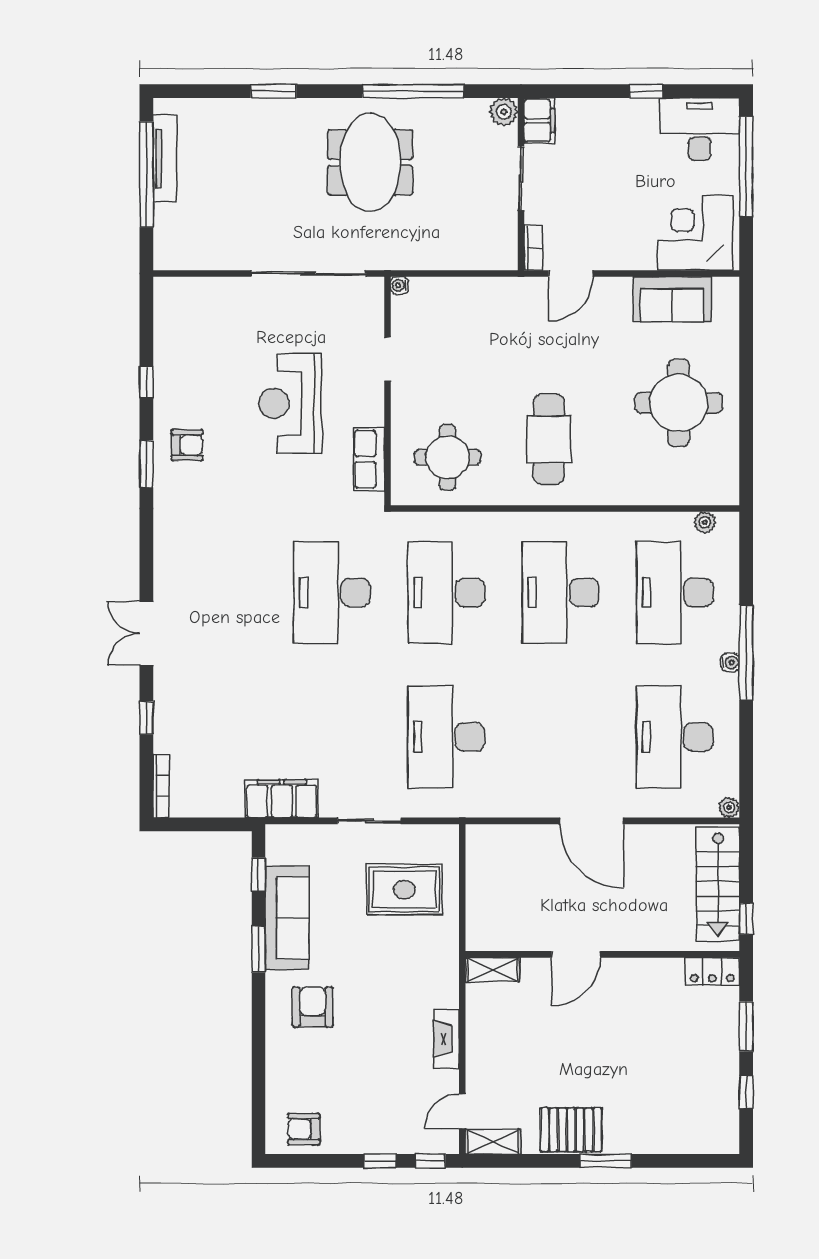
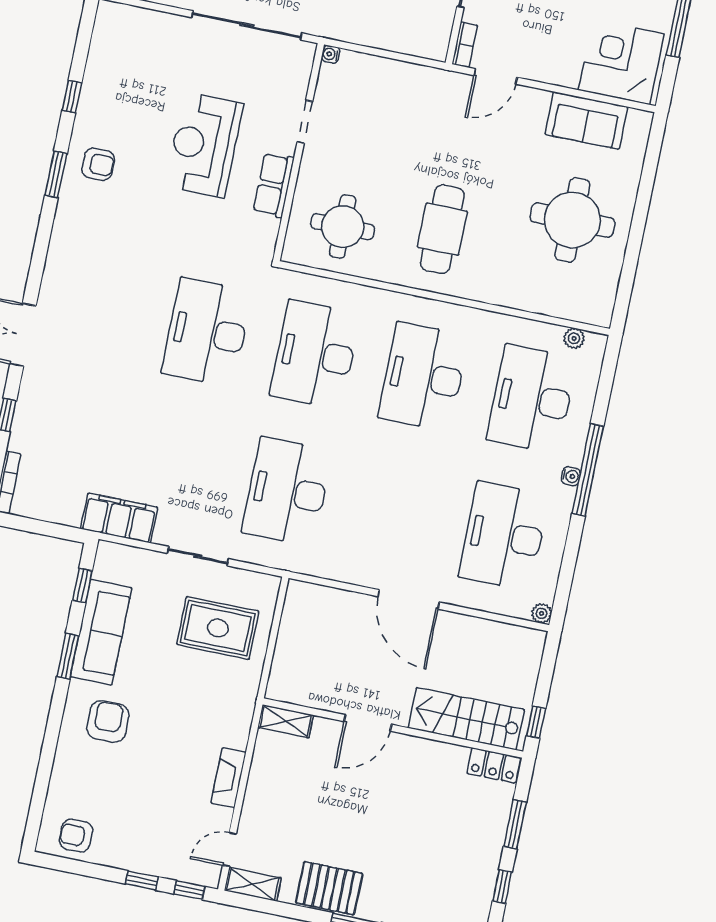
row of seats: (369, 459) -> (274, 185), moved
stairs: (718, 884) -> (466, 719), moved, turned 90

